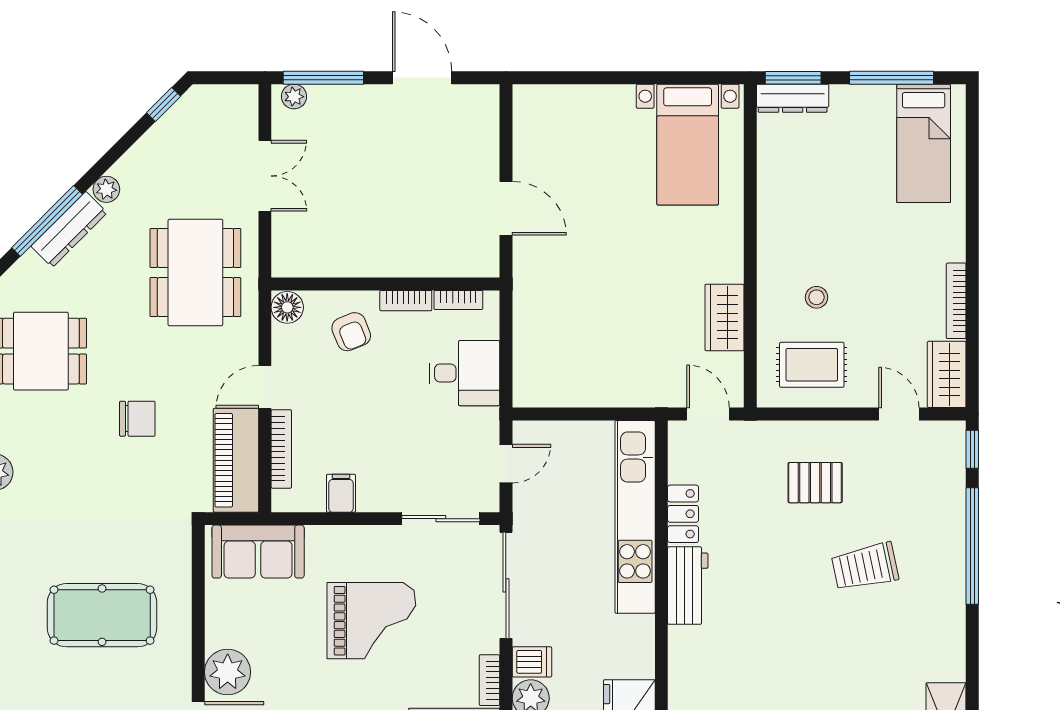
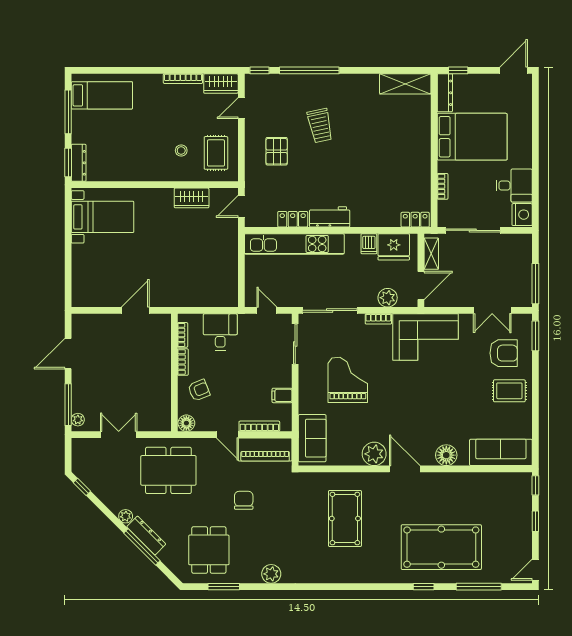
dishwasher: (532, 662) -> (369, 244), moved, turned 180

